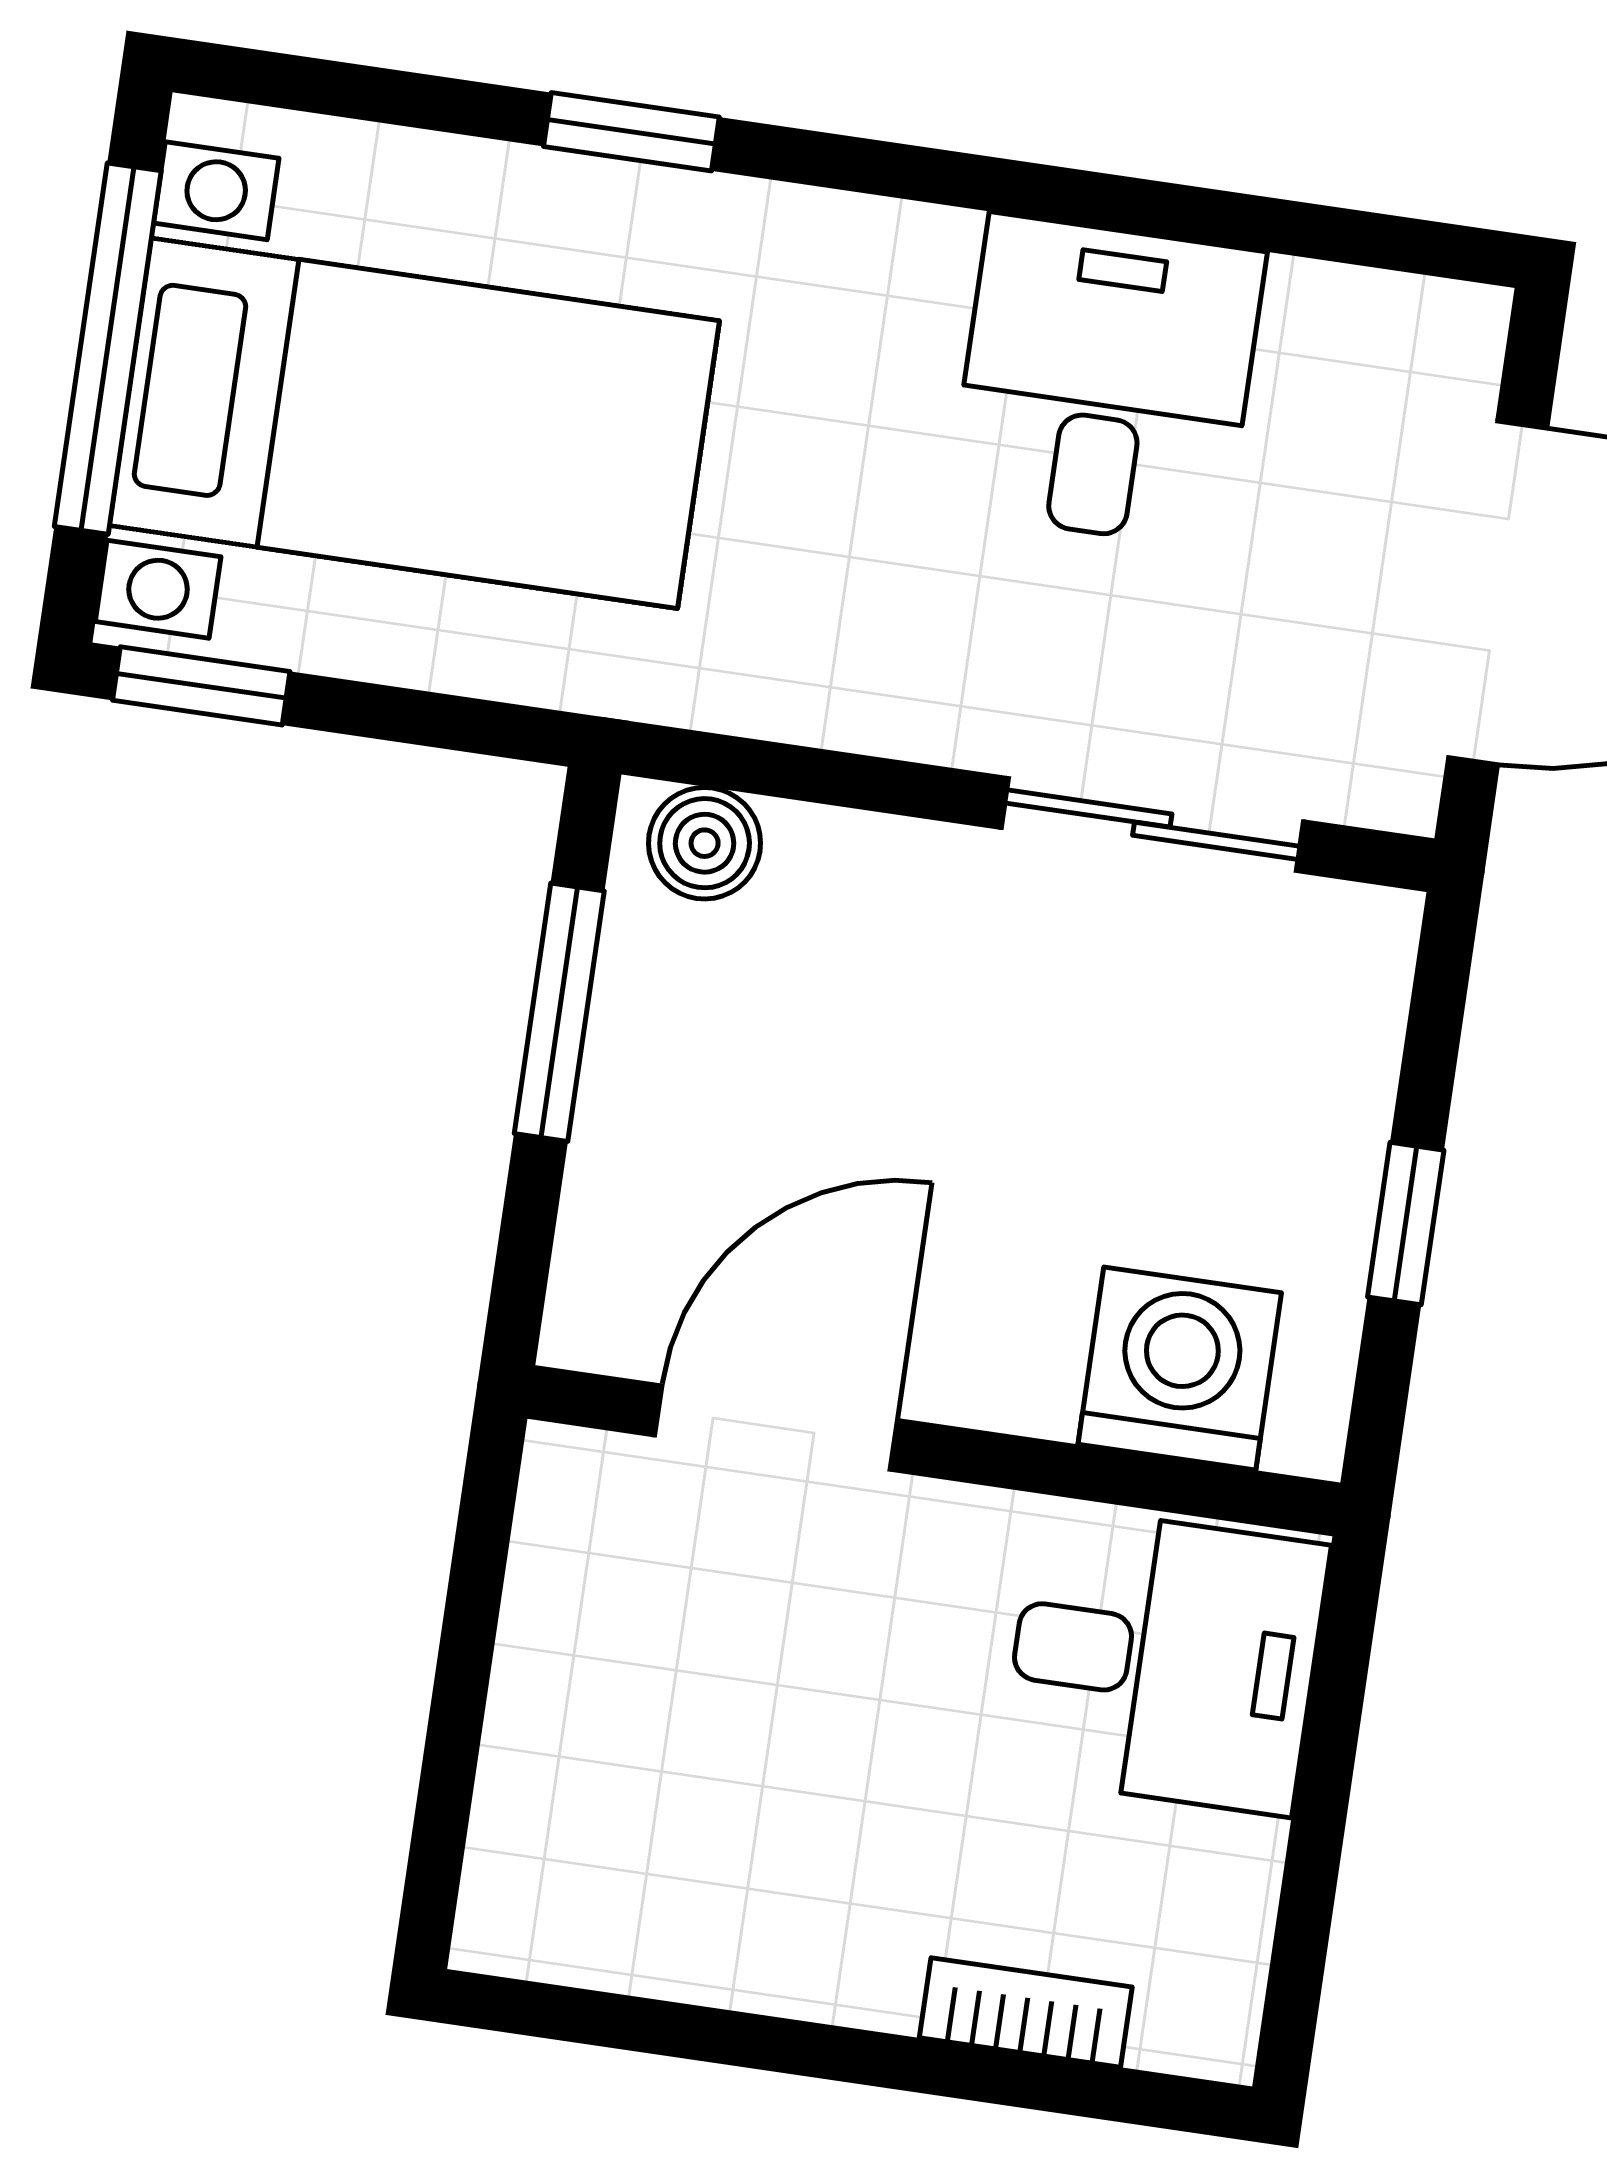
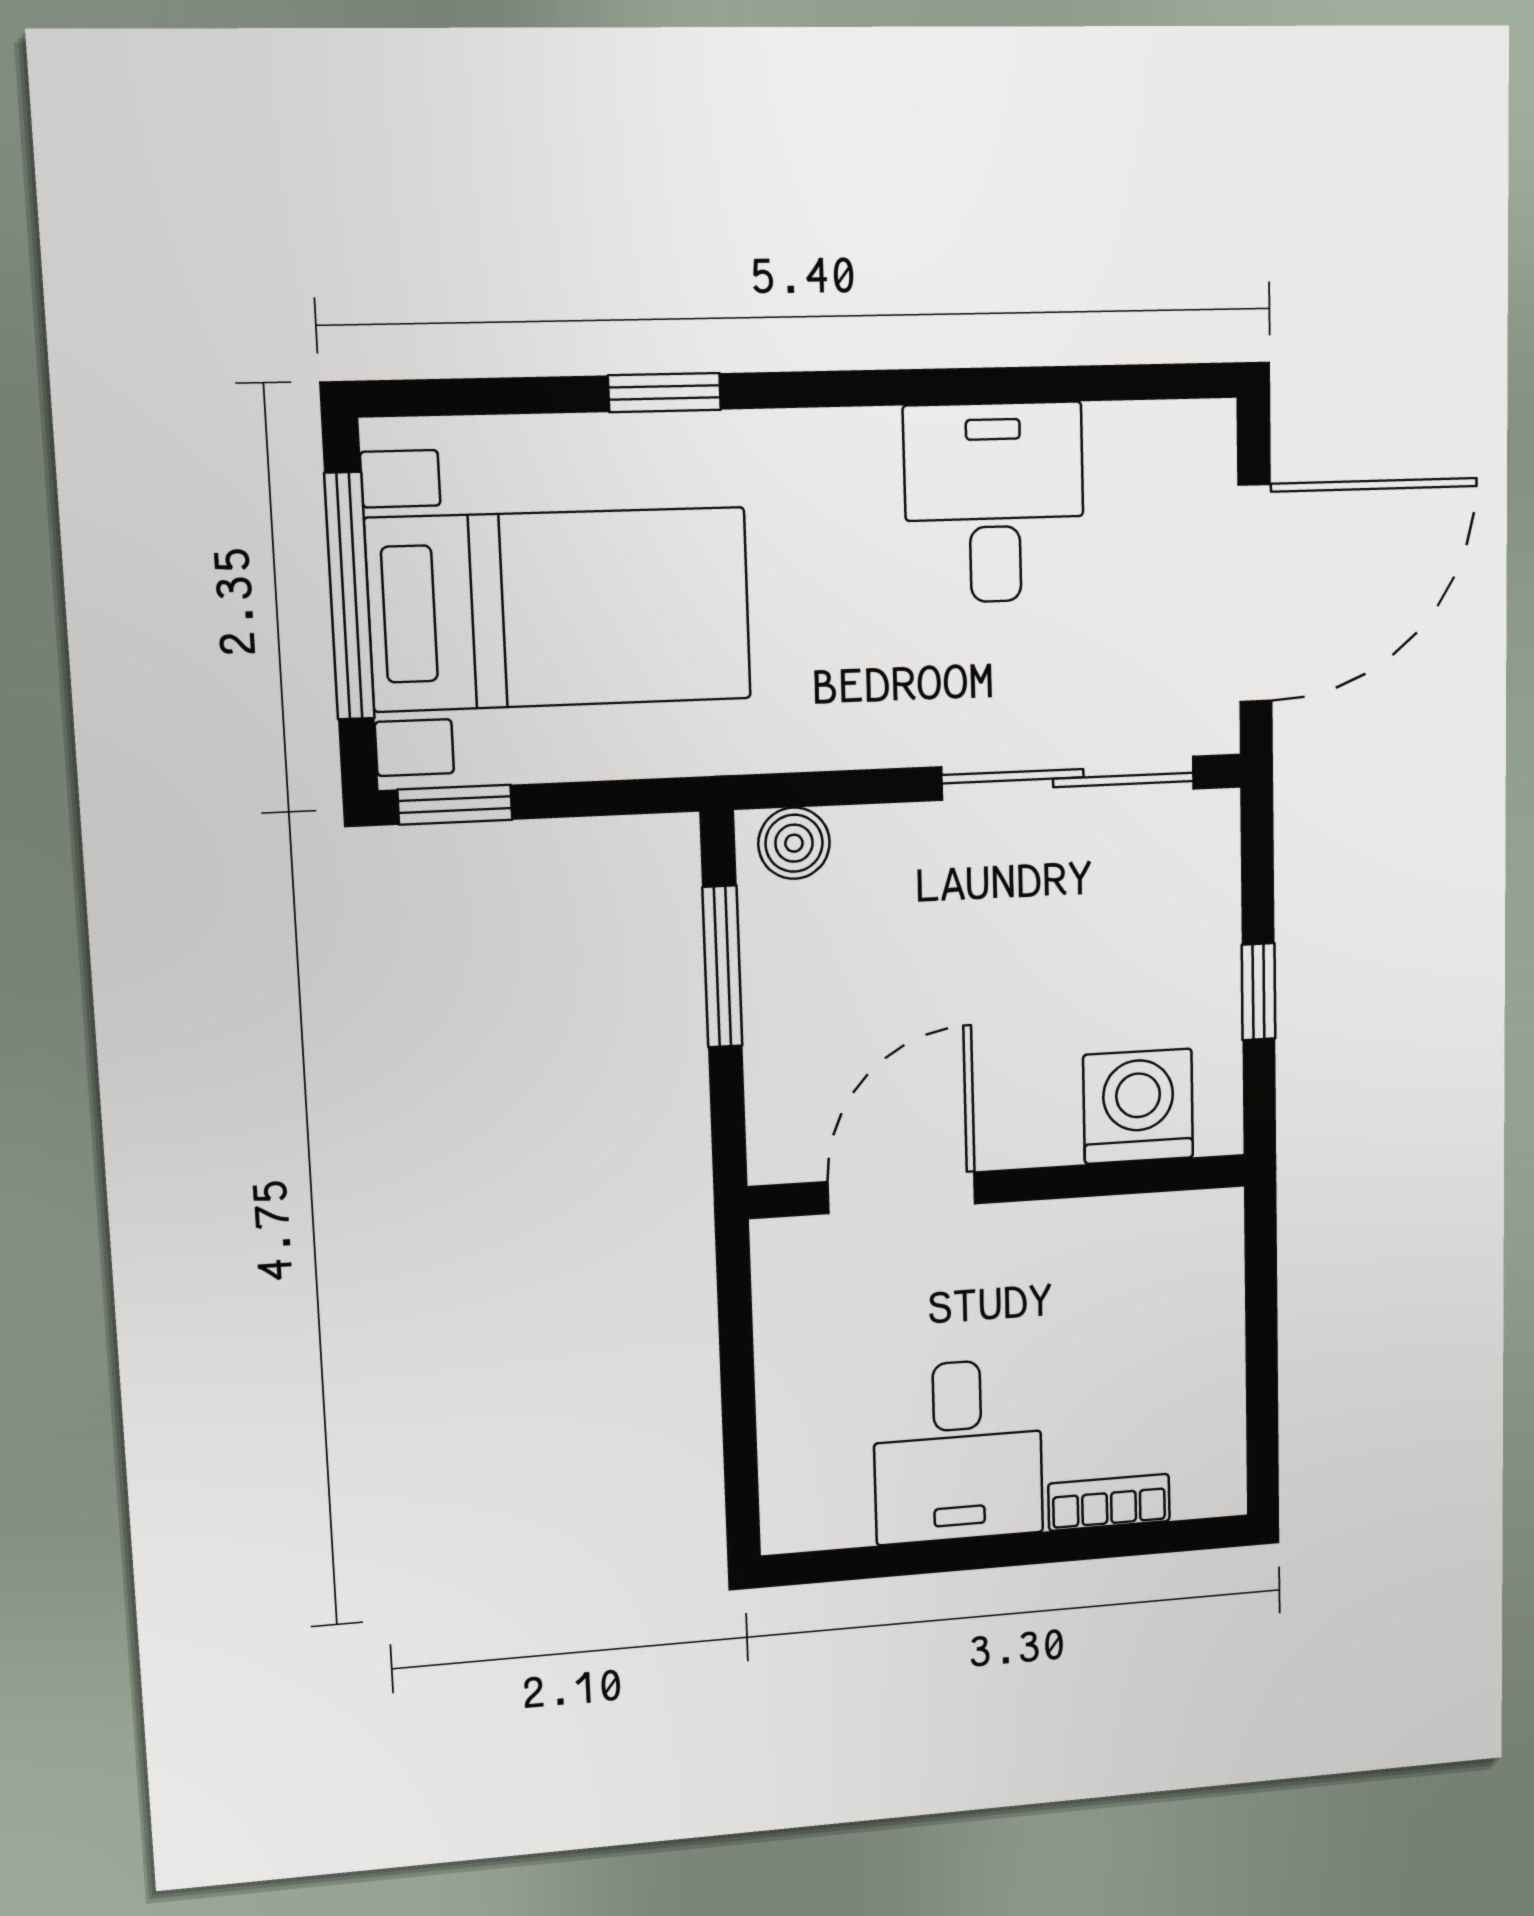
sliding door: (1152, 825) -> (1068, 778), width x1.37
desk: (1164, 1660) -> (958, 1451), moved, turned 90

